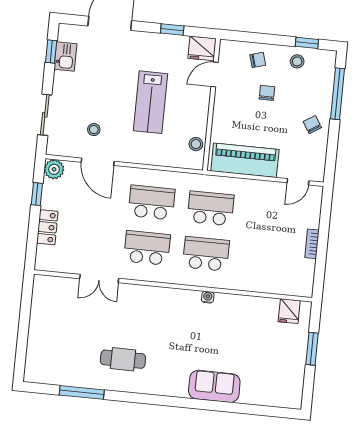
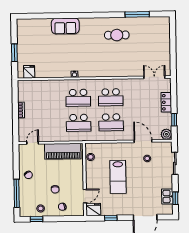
lab bench: (150, 102) -> (118, 177), turned 180
double door: (99, 279) -> (154, 77), moved

